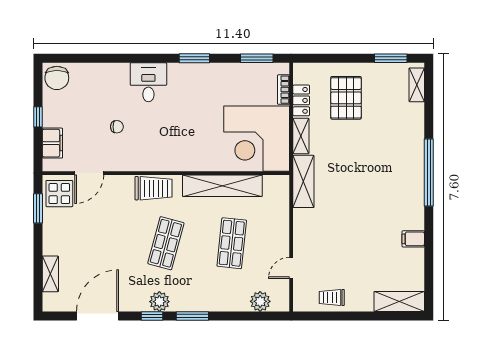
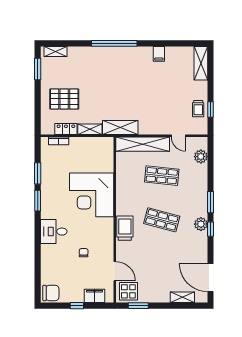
window: (257, 58) -> (38, 173), moved
corner desk: (257, 139) -> (92, 195), moved, turned 90
shelving: (222, 186) -> (143, 144), moved, turned 90
door: (98, 316) -> (211, 278), moved
window: (330, 316) -> (211, 109), added

